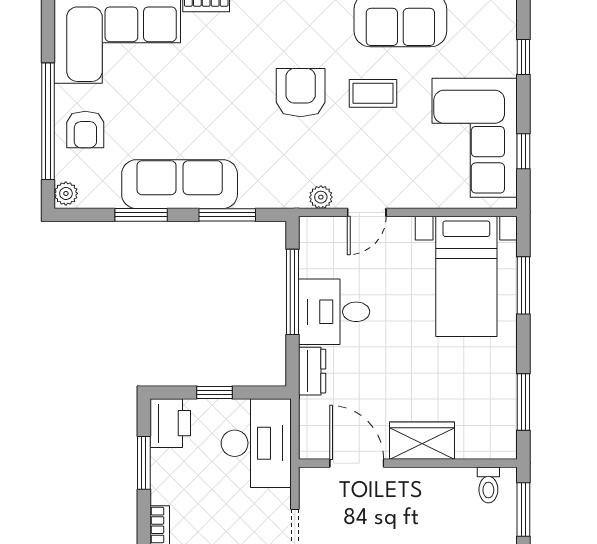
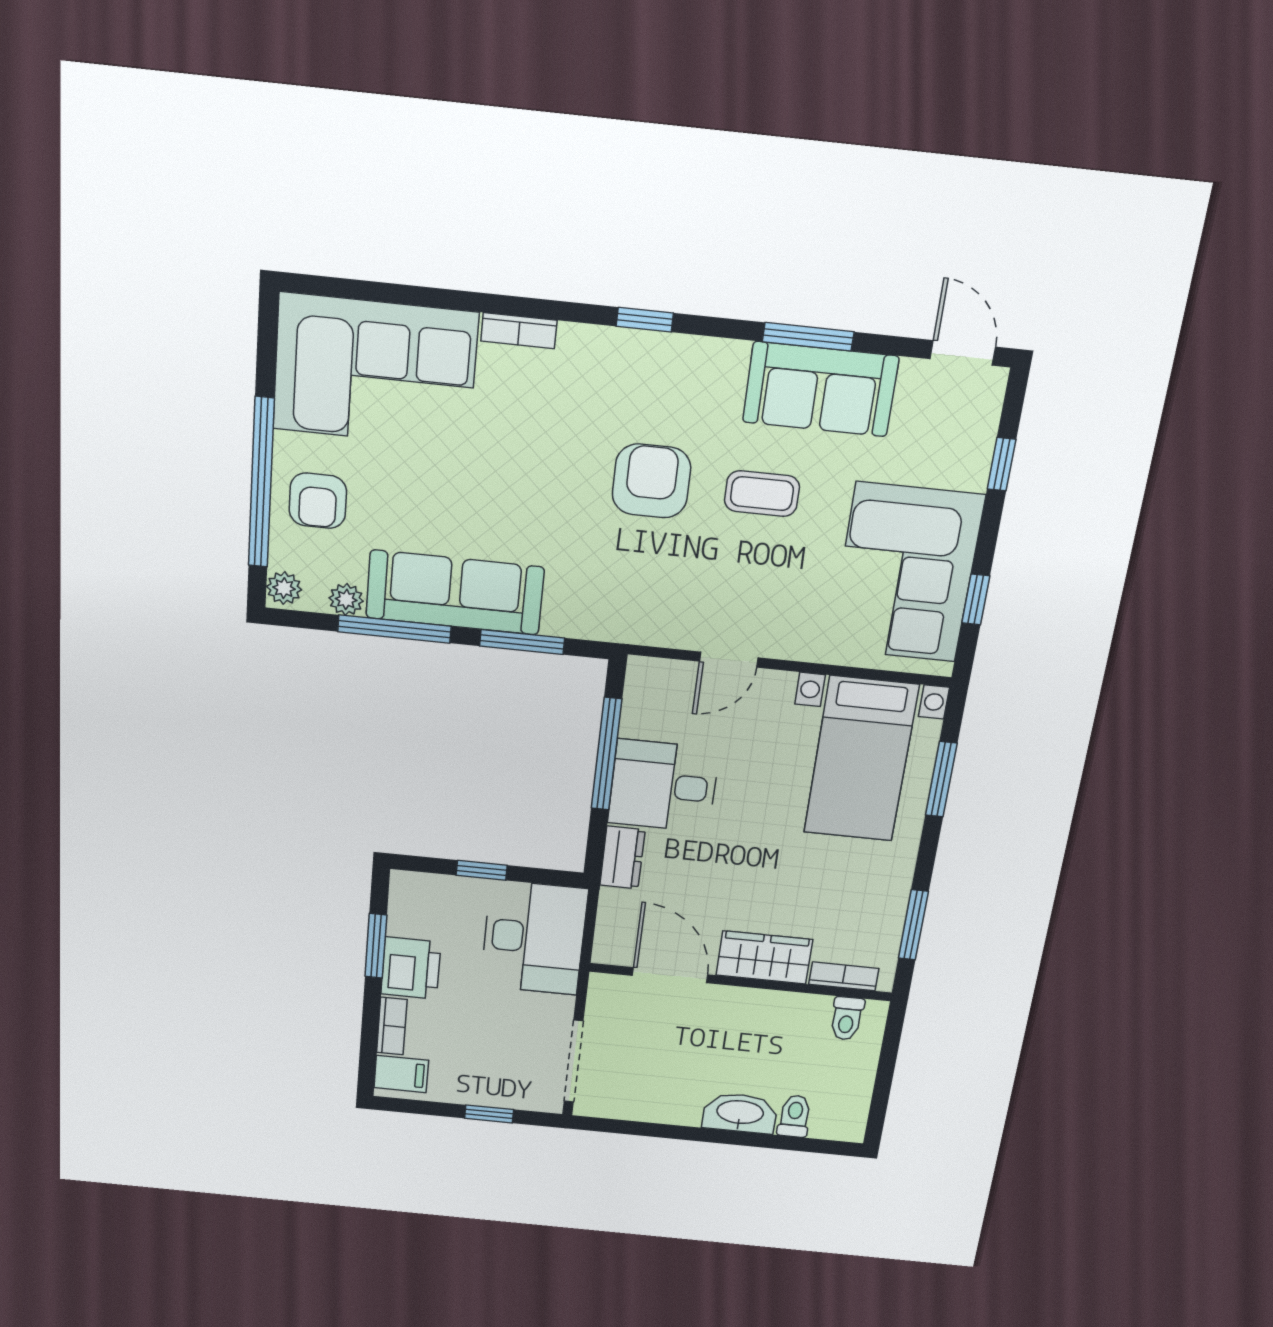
plant: (321, 197) -> (346, 600), moved
window: (141, 215) -> (394, 629), width x1.44
printer: (170, 423) -> (411, 968), moved
bookcase: (481, 450) -> (844, 976), added
window: (523, 510) -> (889, 1052), removed

